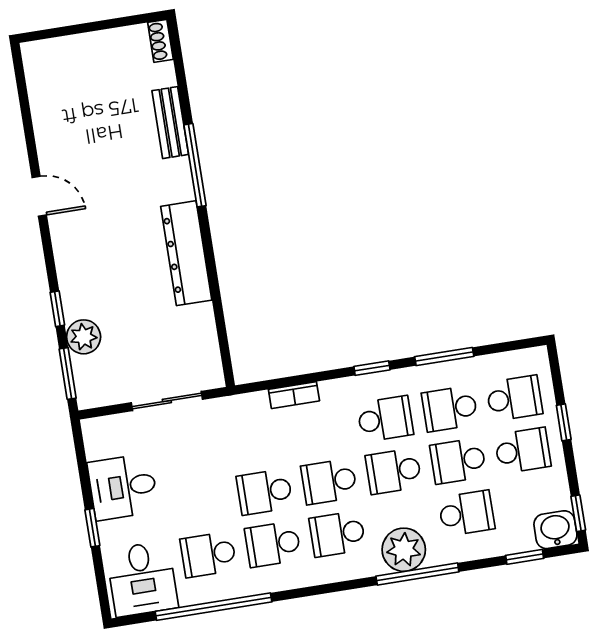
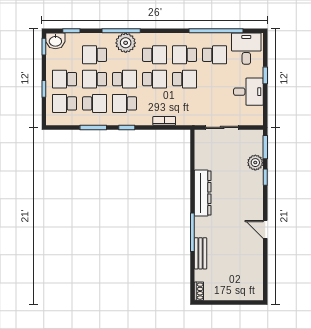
school desk: (458, 461) -> (95, 79), turned 180
school desk: (273, 544) -> (185, 55), turned 180

